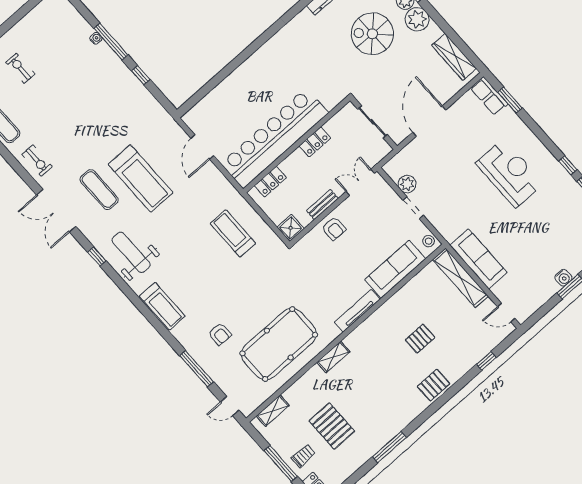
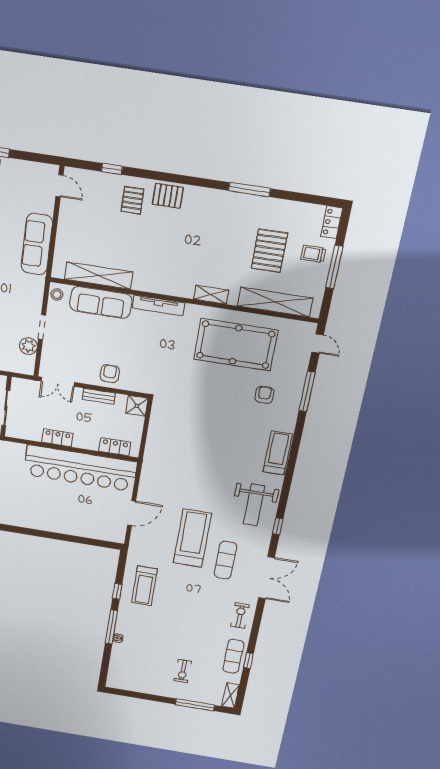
treadmill: (233, 233) -> (144, 586), moved
shelving: (460, 278) -> (99, 276), moved, turned 90
pallet: (420, 339) -> (132, 200), moved, turned 90
shelving: (273, 411) -> (275, 302), width x2.20, depth x1.33

